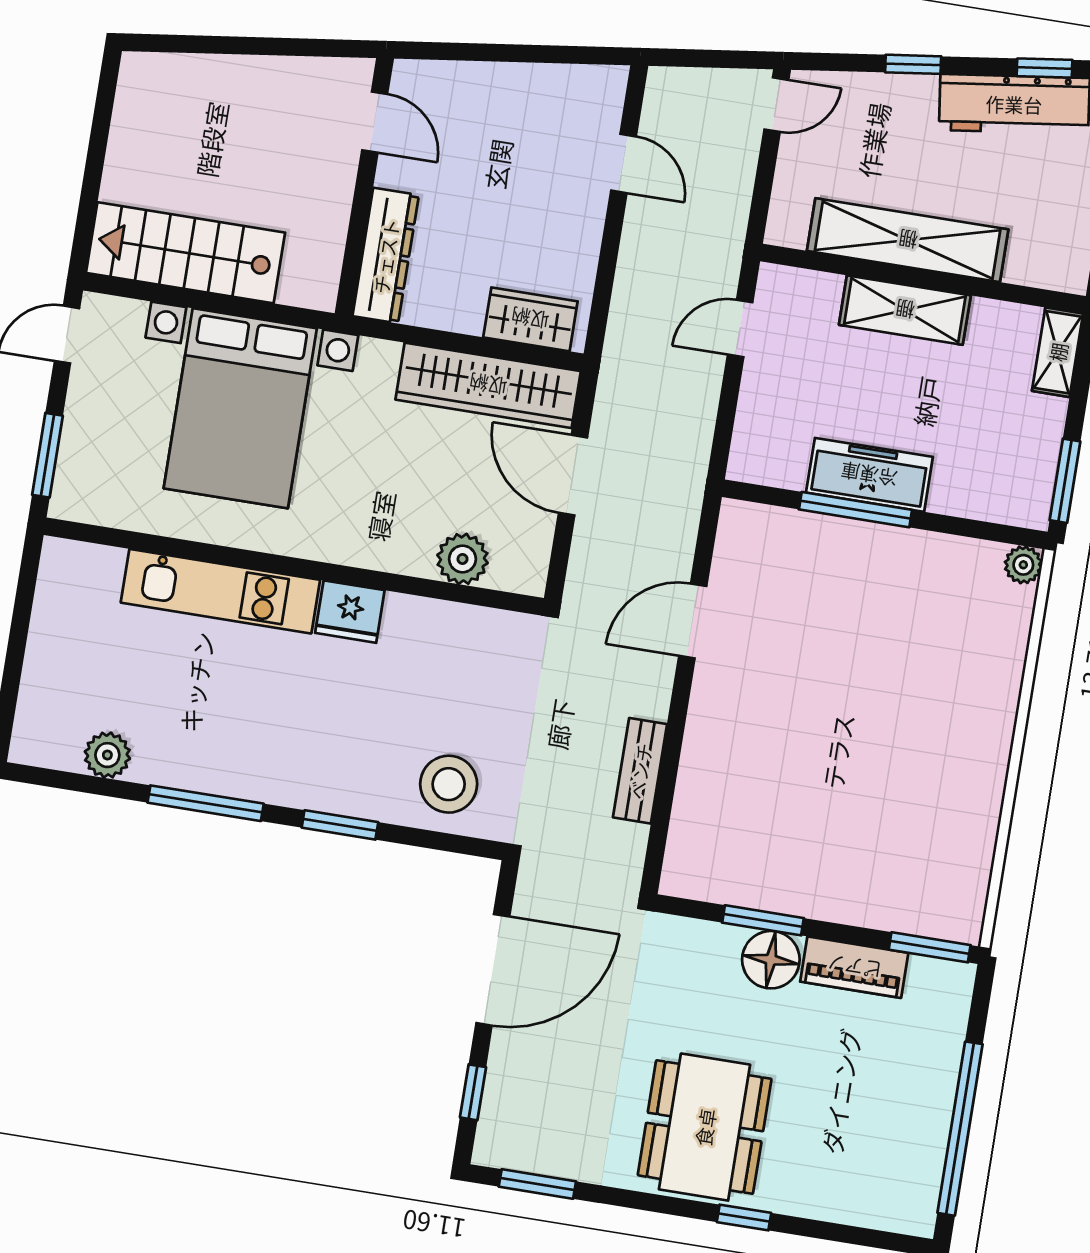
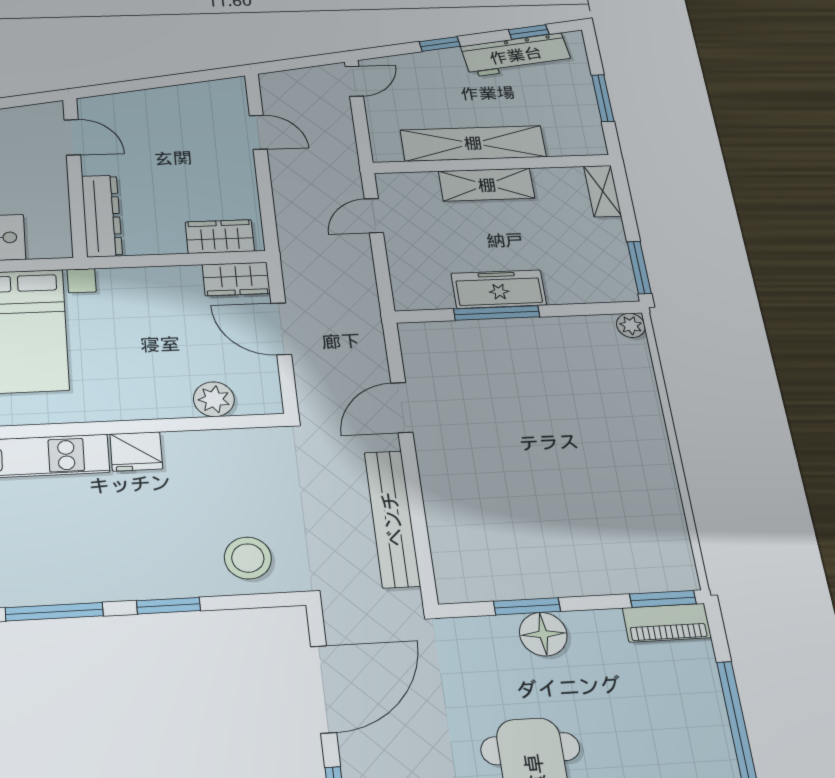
wardrobe: (488, 385) -> (236, 279), width x0.48, depth x0.85
bench: (640, 771) -> (392, 519), width x1.86, depth x1.21
piano: (854, 967) -> (667, 623), moved

